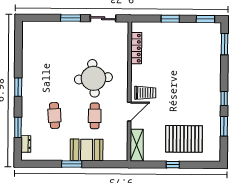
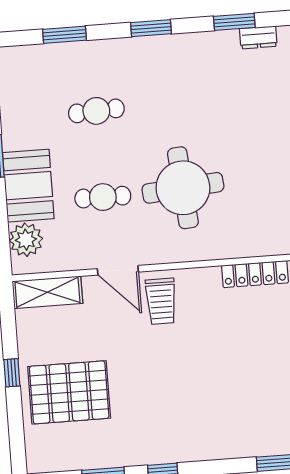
window: (18, 48) -> (234, 22), added
pallet: (184, 139) -> (69, 392), turned 90
dresser: (26, 144) -> (258, 37), moved
plant: (111, 153) -> (26, 240), added

